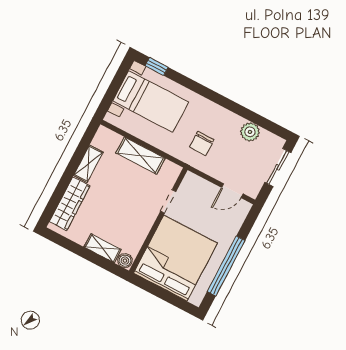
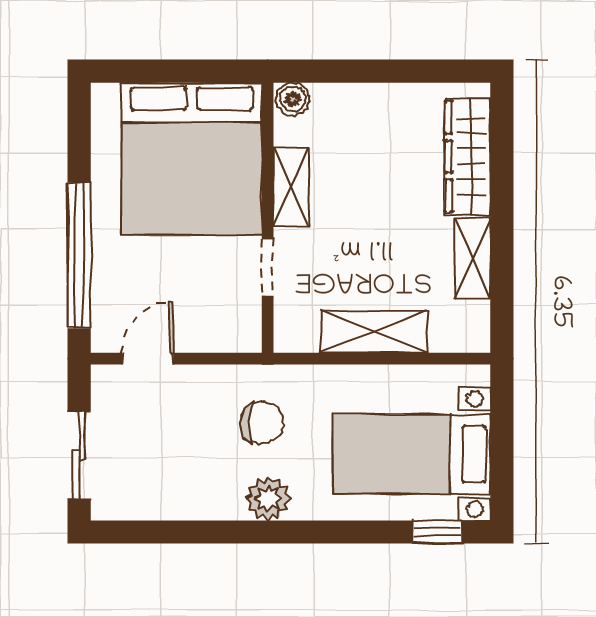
plant: (250, 132) -> (268, 498), moved
chair: (202, 143) -> (262, 423), turned 90
shelving: (103, 248) -> (291, 187), moved, turned 90
window: (226, 266) -> (79, 256), moved

